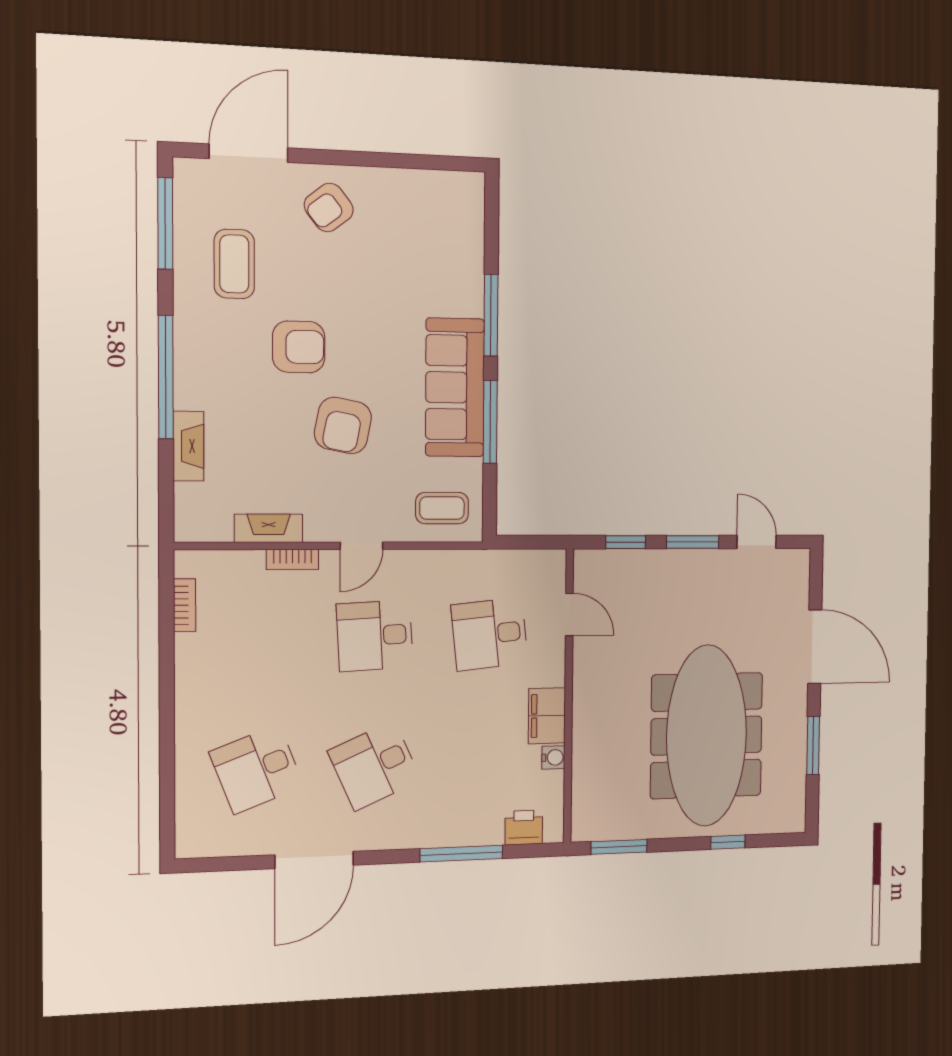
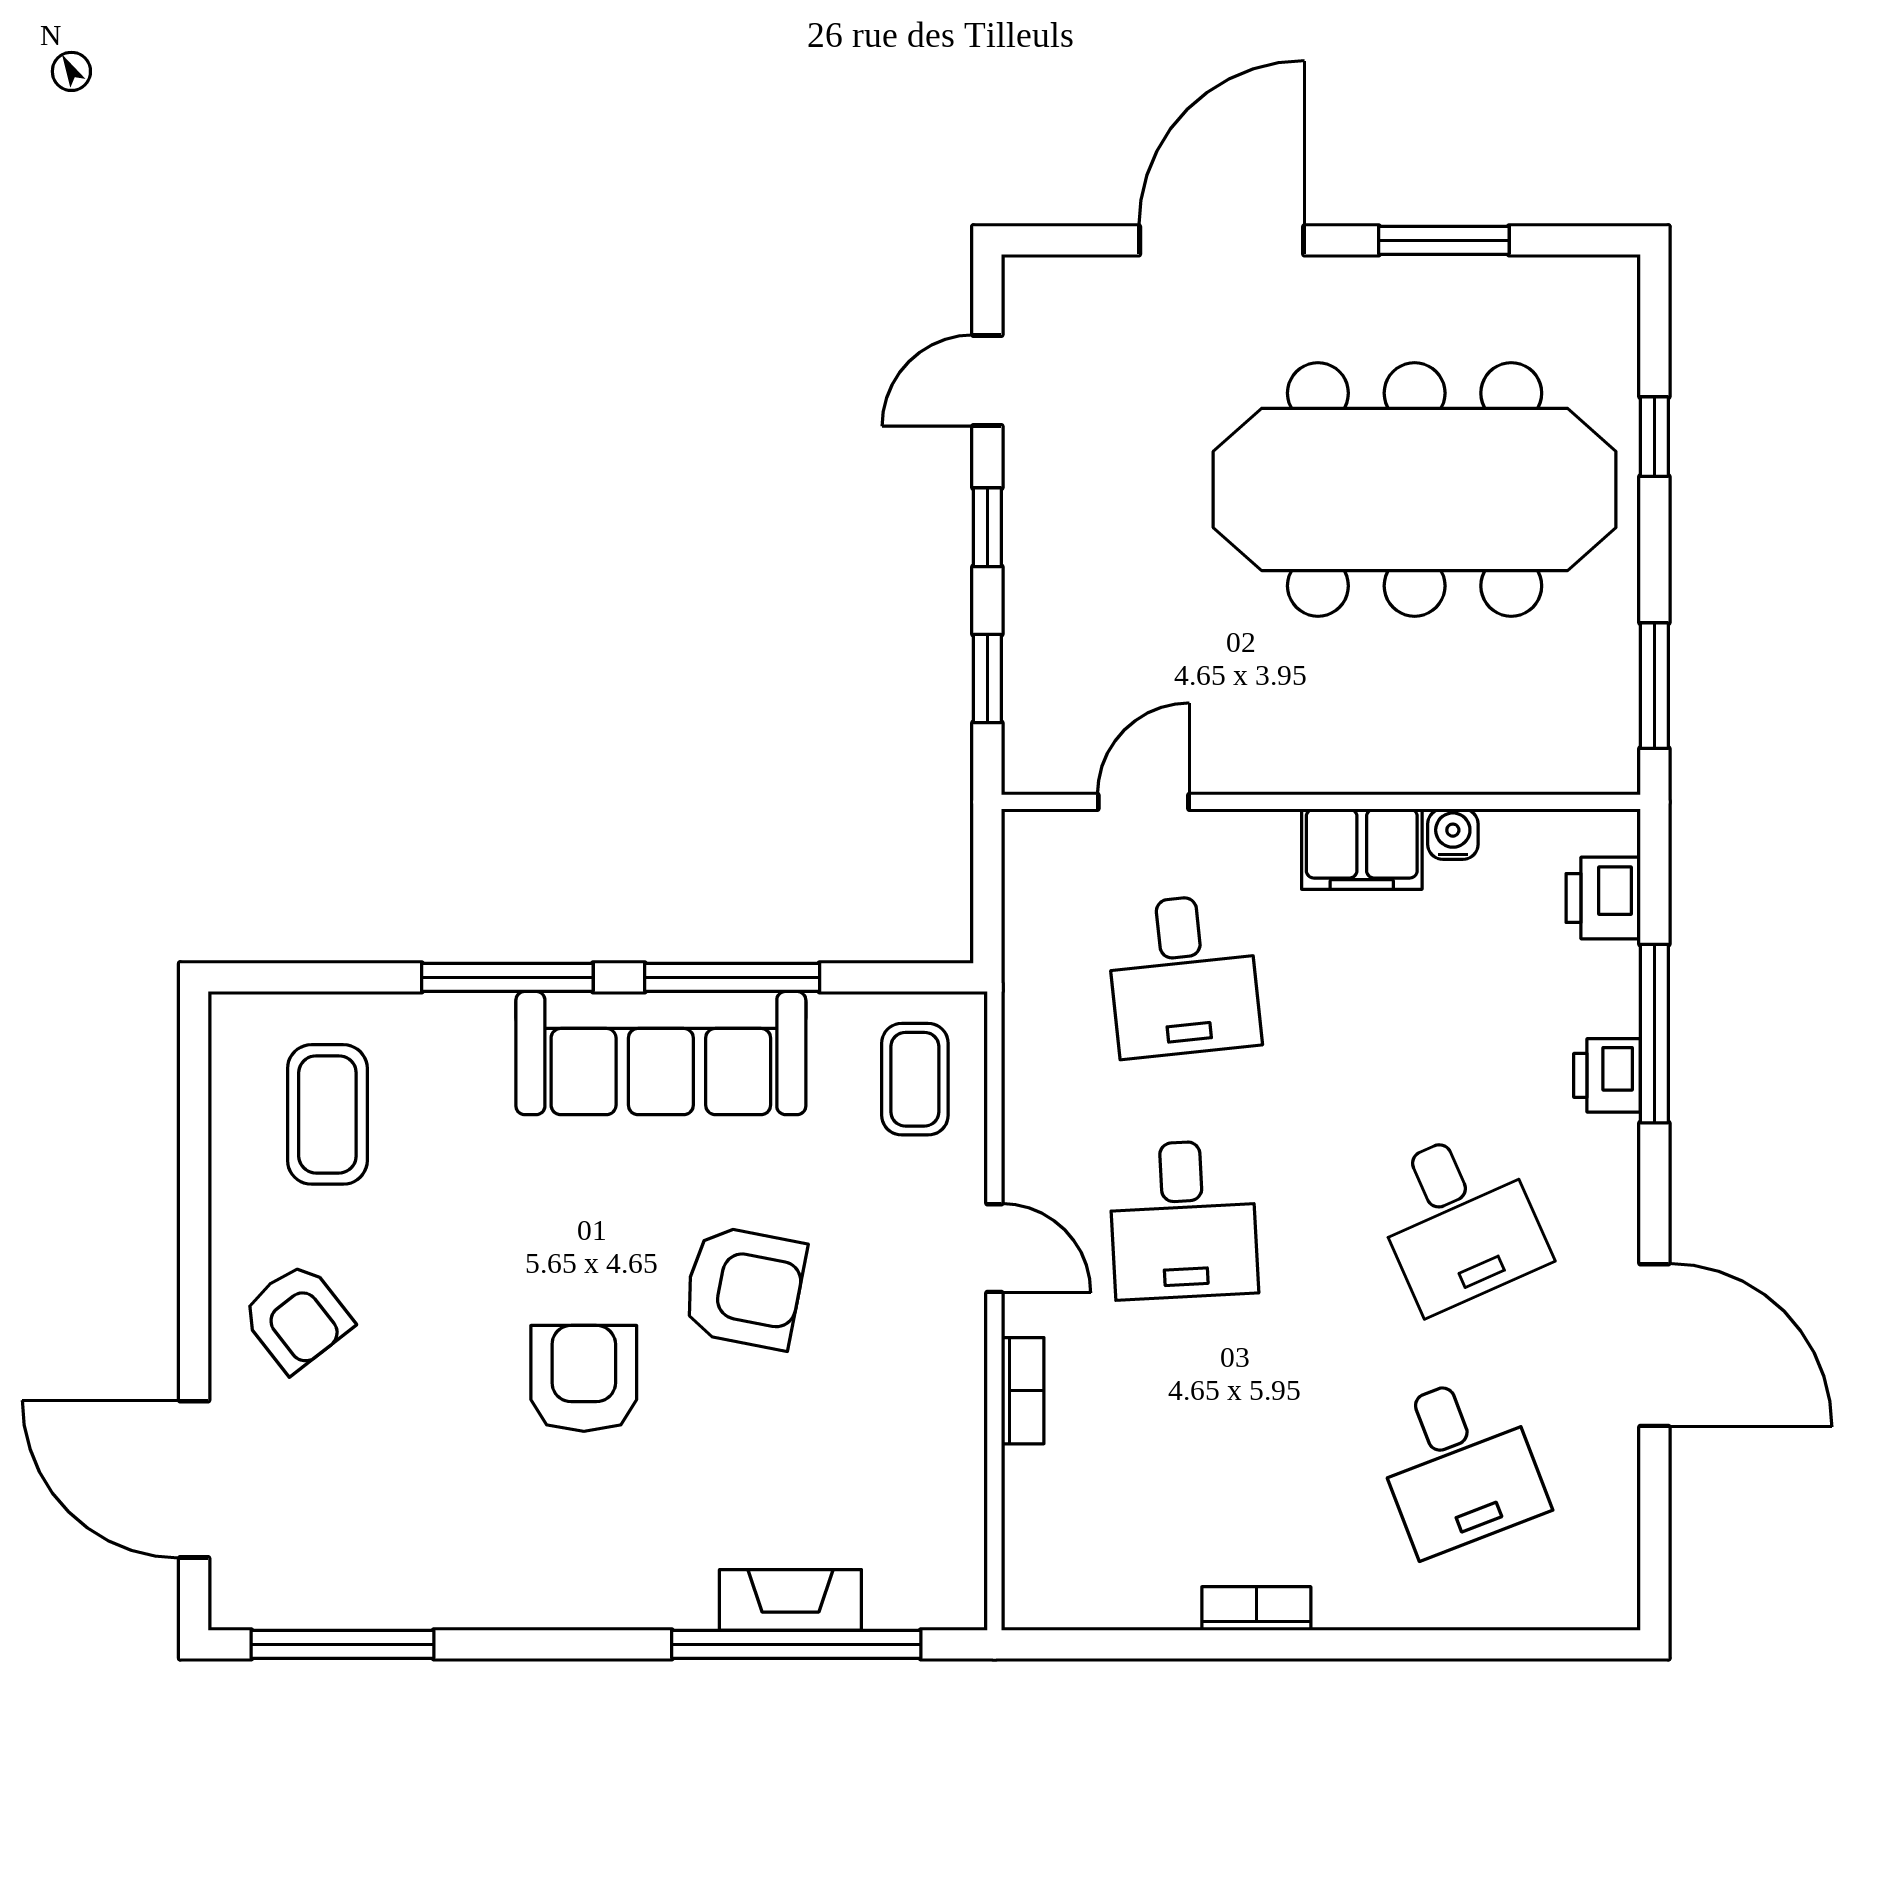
coffee table: (234, 264) -> (327, 1114), moved, turned 90
window: (166, 377) -> (796, 1644), moved
fireplace: (269, 528) -> (958, 1439), removed
window: (693, 542) -> (987, 527), width x0.67
bookcase: (185, 605) -> (1256, 1609), moved
printer: (442, 833) -> (1607, 1075), added

